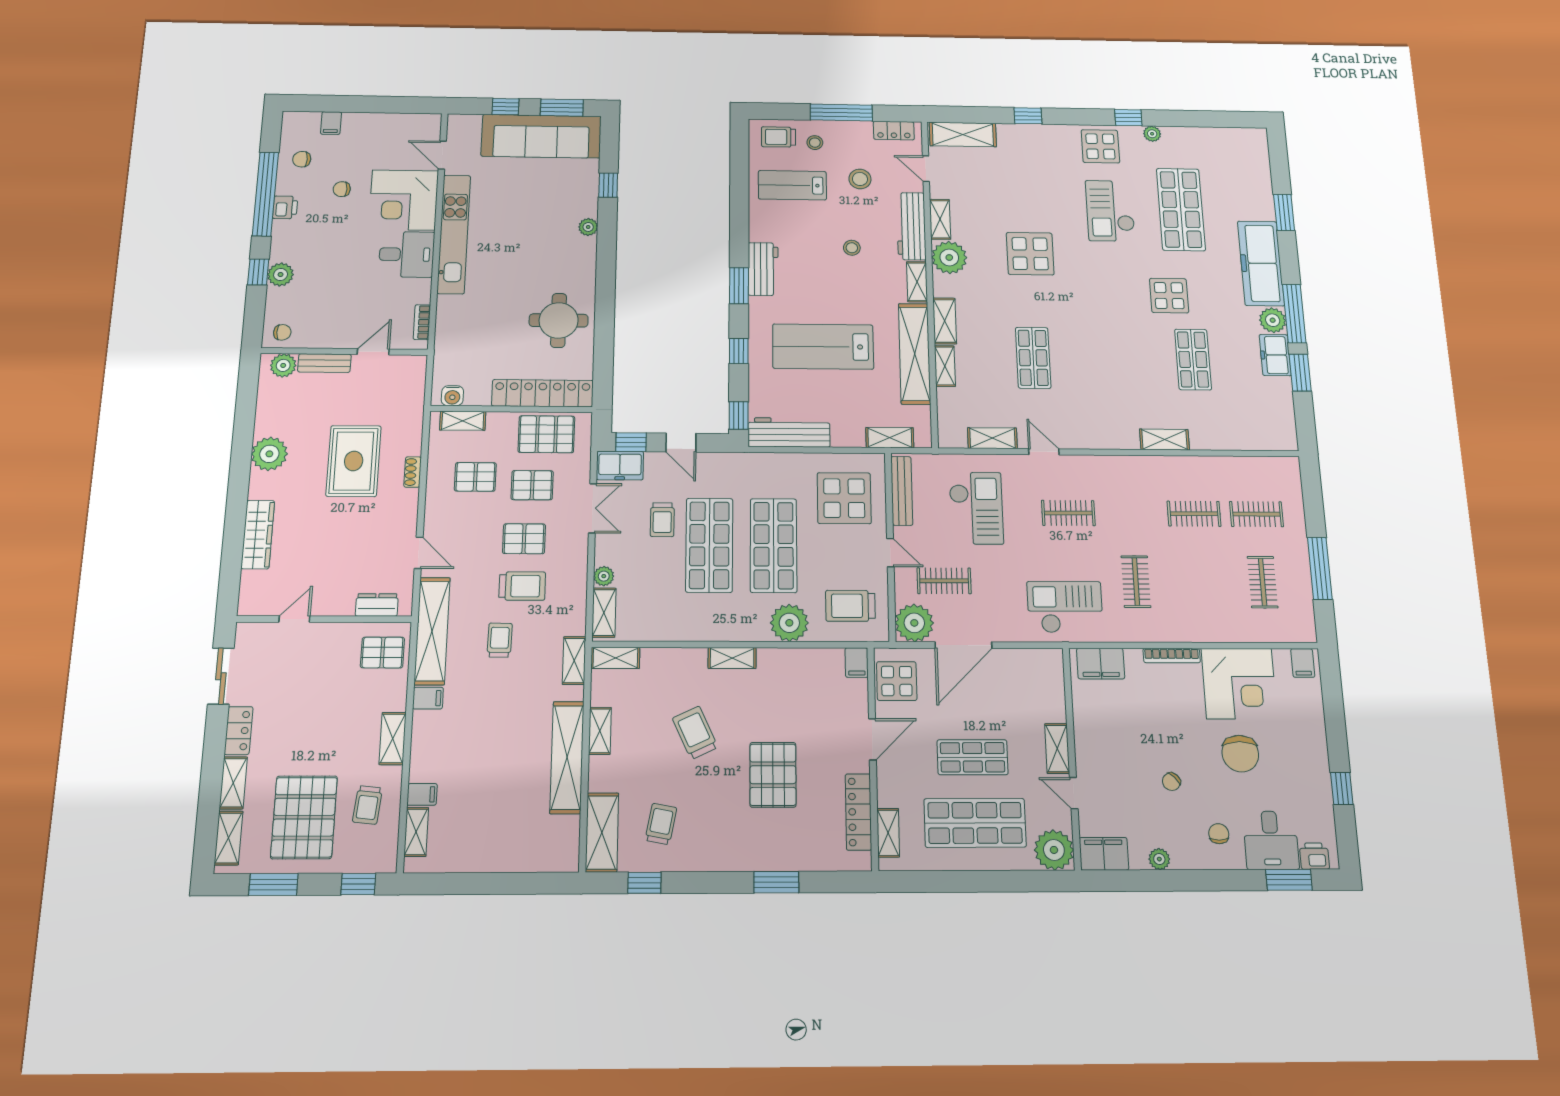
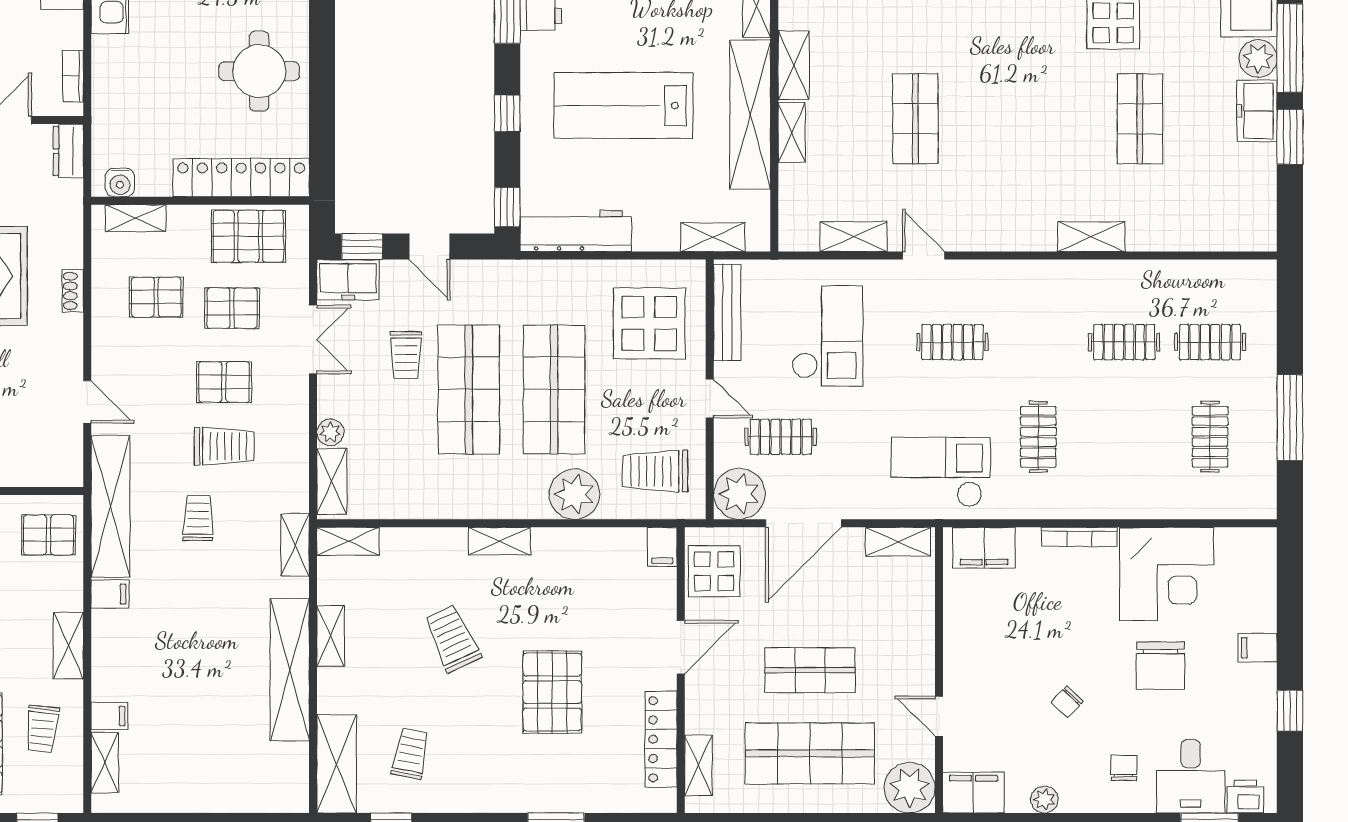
dresser: (377, 605) -> (68, 151), moved, turned -90
filing cabinet: (1303, 663) -> (1258, 648), moved, turned 90
shelving: (1057, 749) -> (898, 542), moved, turned 90

